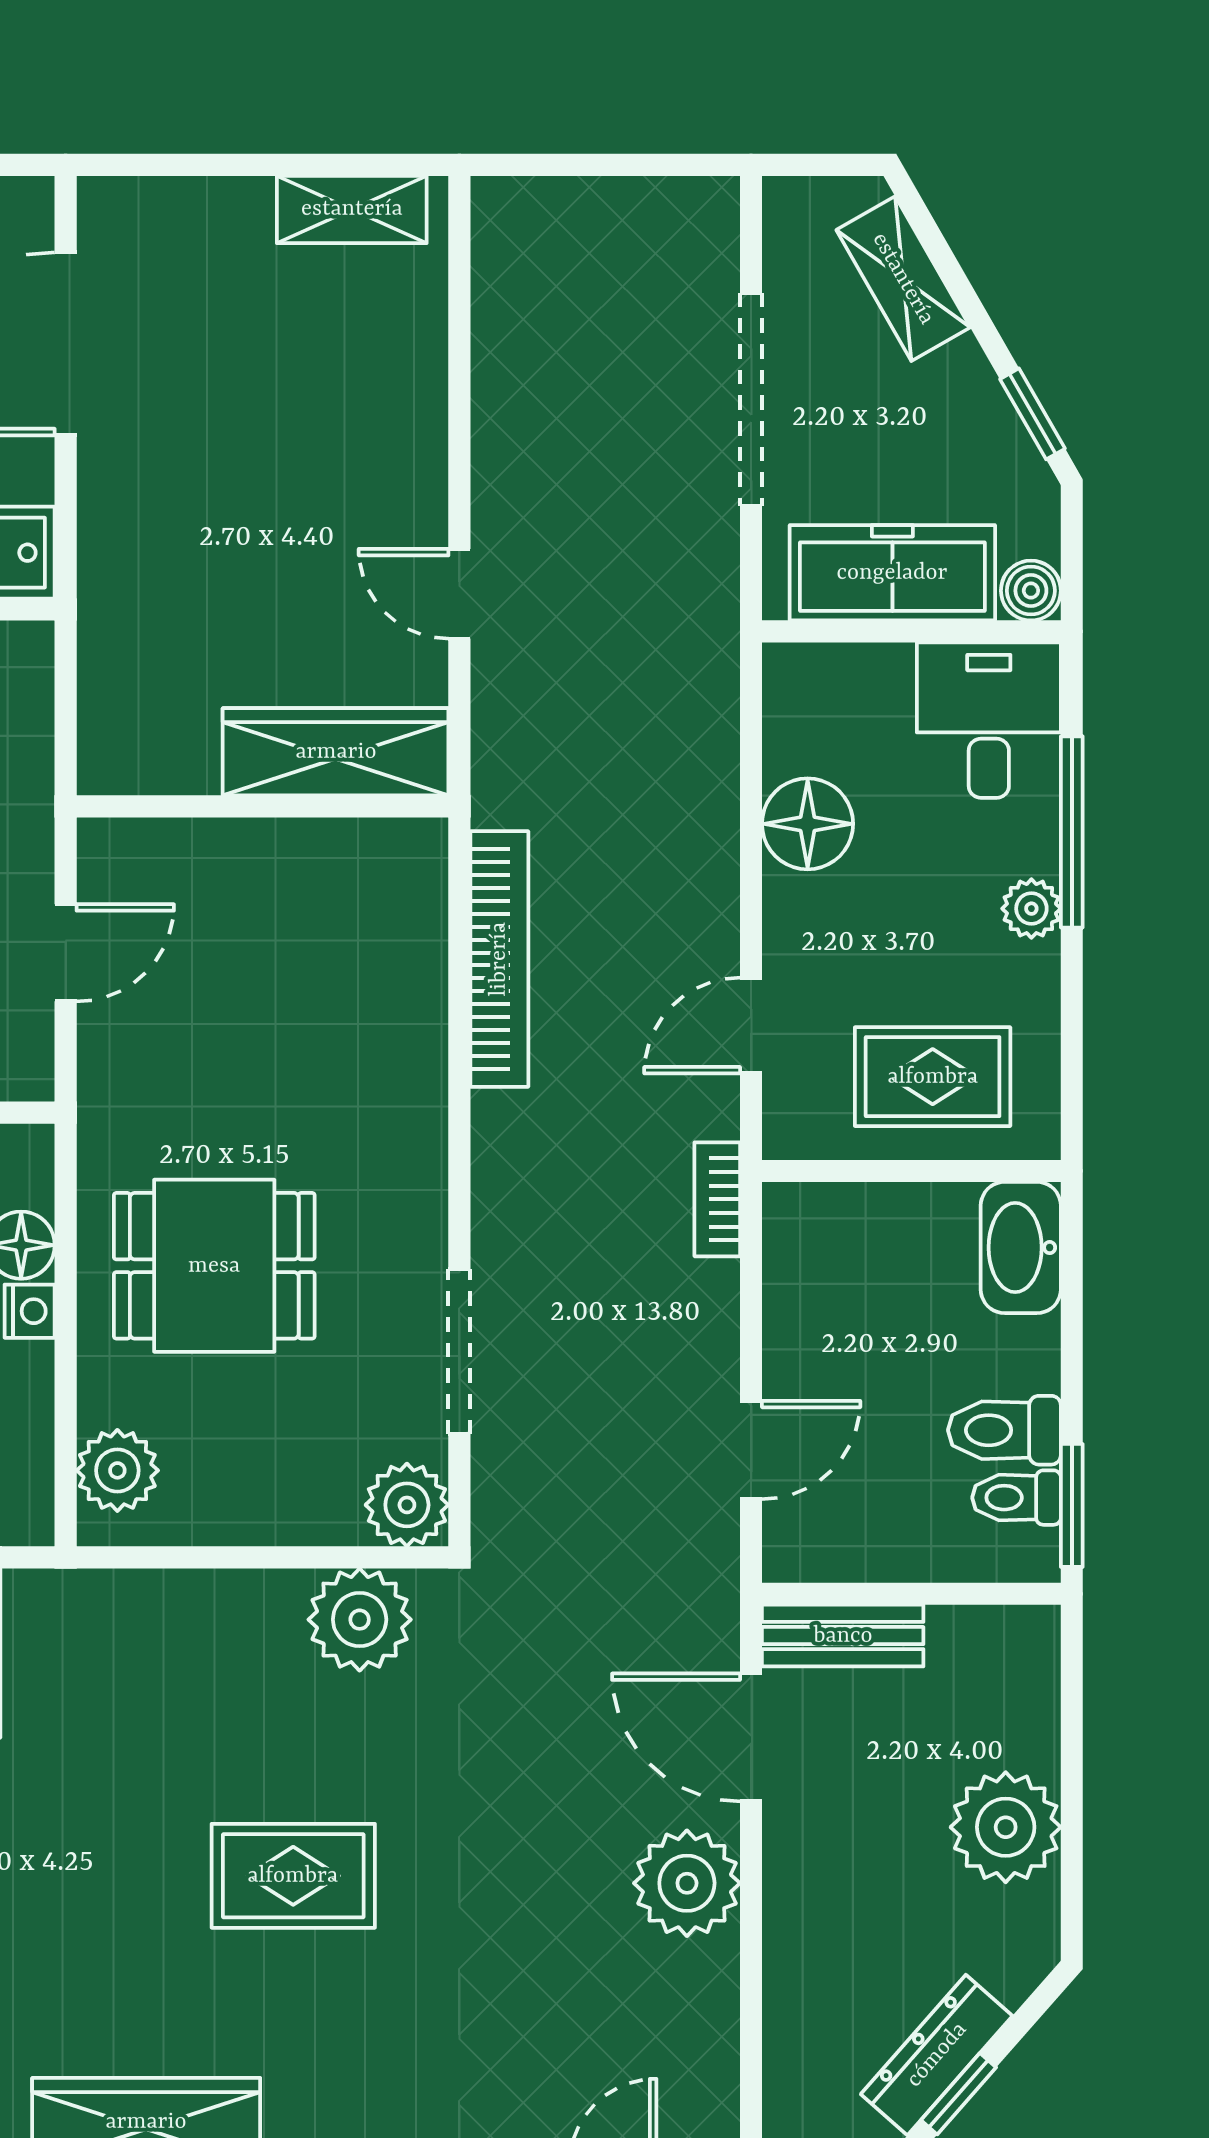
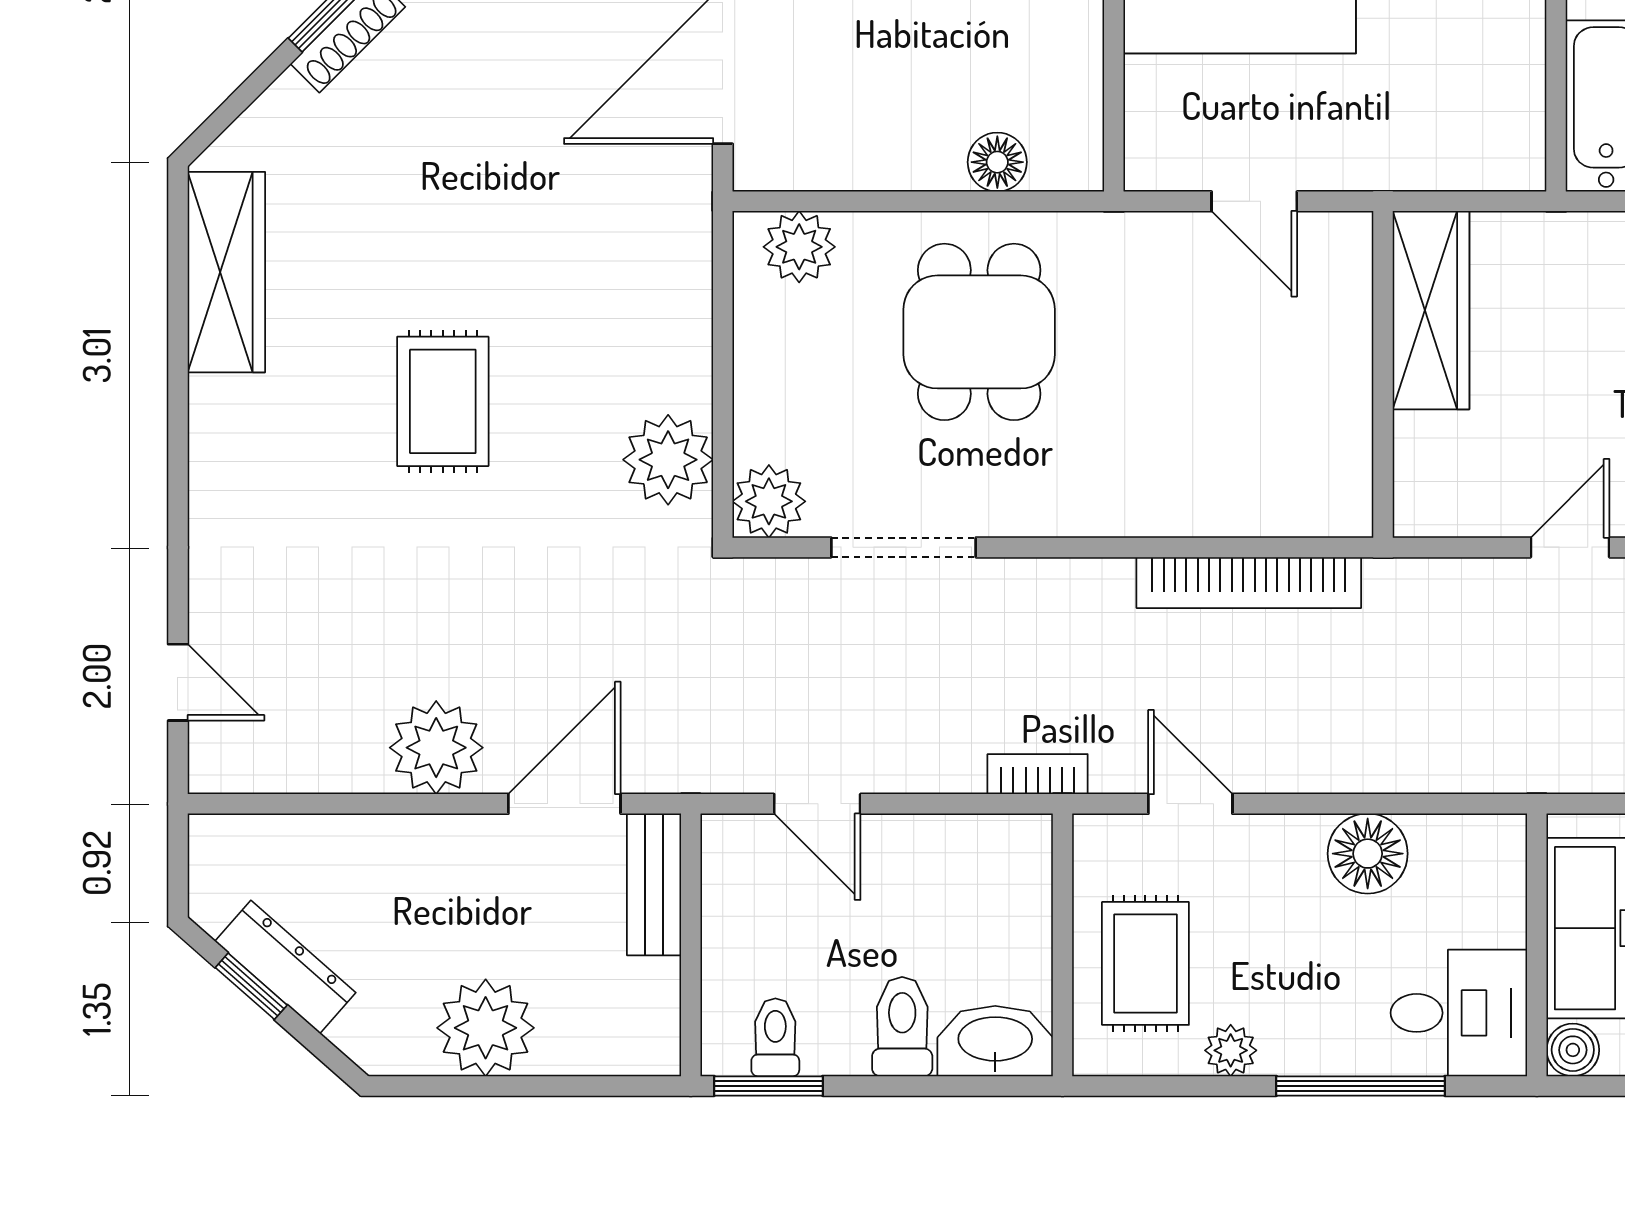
wardrobe: (336, 752) -> (1431, 310), moved
plant: (1031, 909) -> (1231, 1050), moved
nightstand: (30, 1311) -> (939, 170), removed
toilet: (1004, 1430) -> (902, 1027), moved

